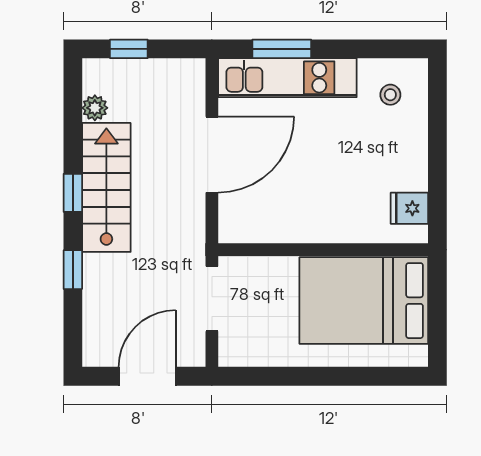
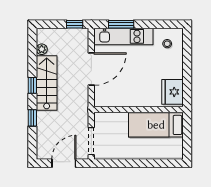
window: (129, 49) -> (75, 24), moved
fridge: (409, 208) -> (173, 92), width x1.88, depth x1.34
doorway: (212, 299) -> (91, 141), moved
bed: (364, 301) -> (156, 125), width x0.67

